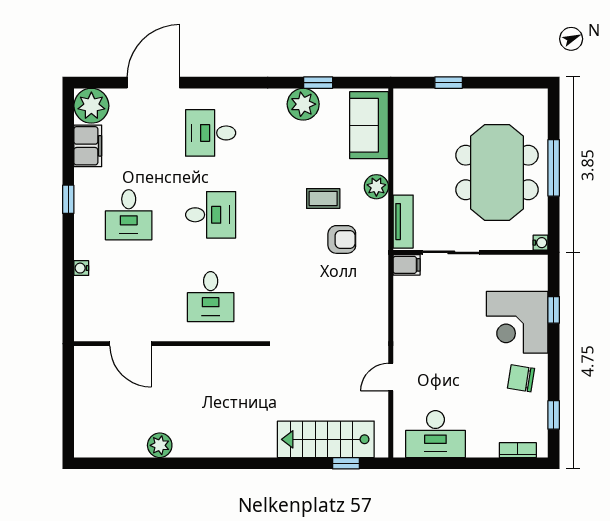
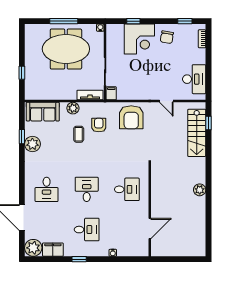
armchair: (358, 306) -> (131, 117), added
plant: (160, 445) -> (200, 190), moved

